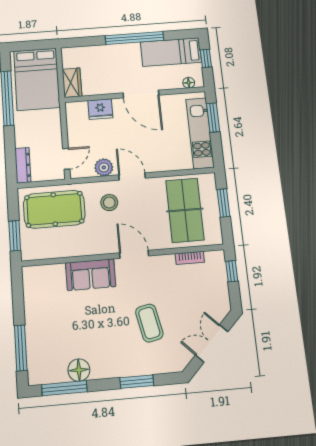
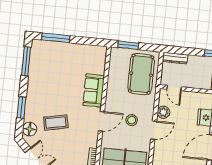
stool: (109, 203) -> (132, 120), moved
floor lamp: (79, 370) -> (30, 129), moved

